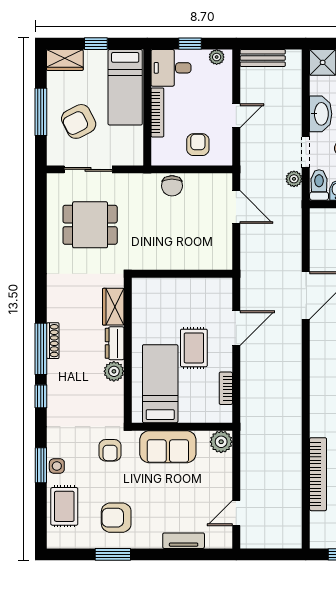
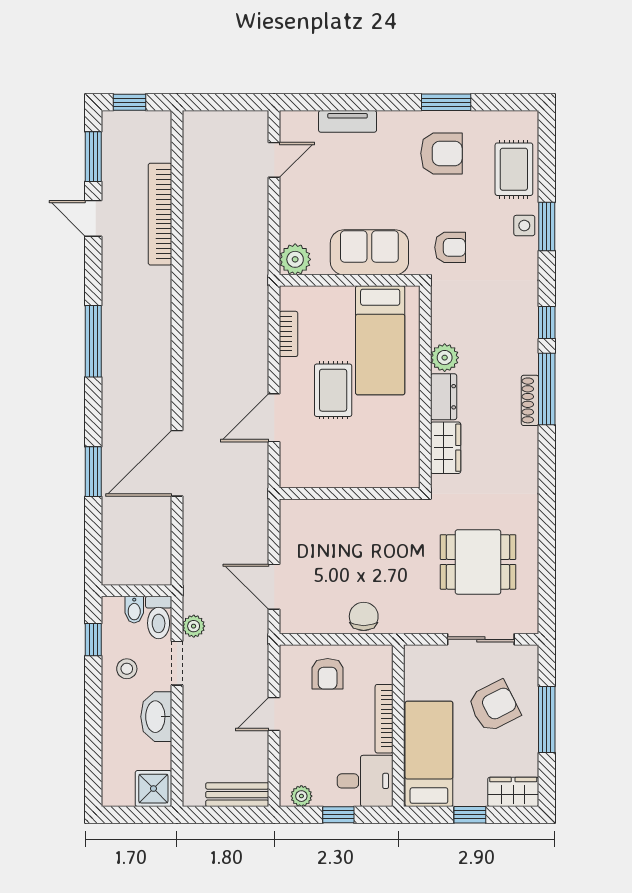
armchair: (110, 450) -> (450, 247), turned 90

